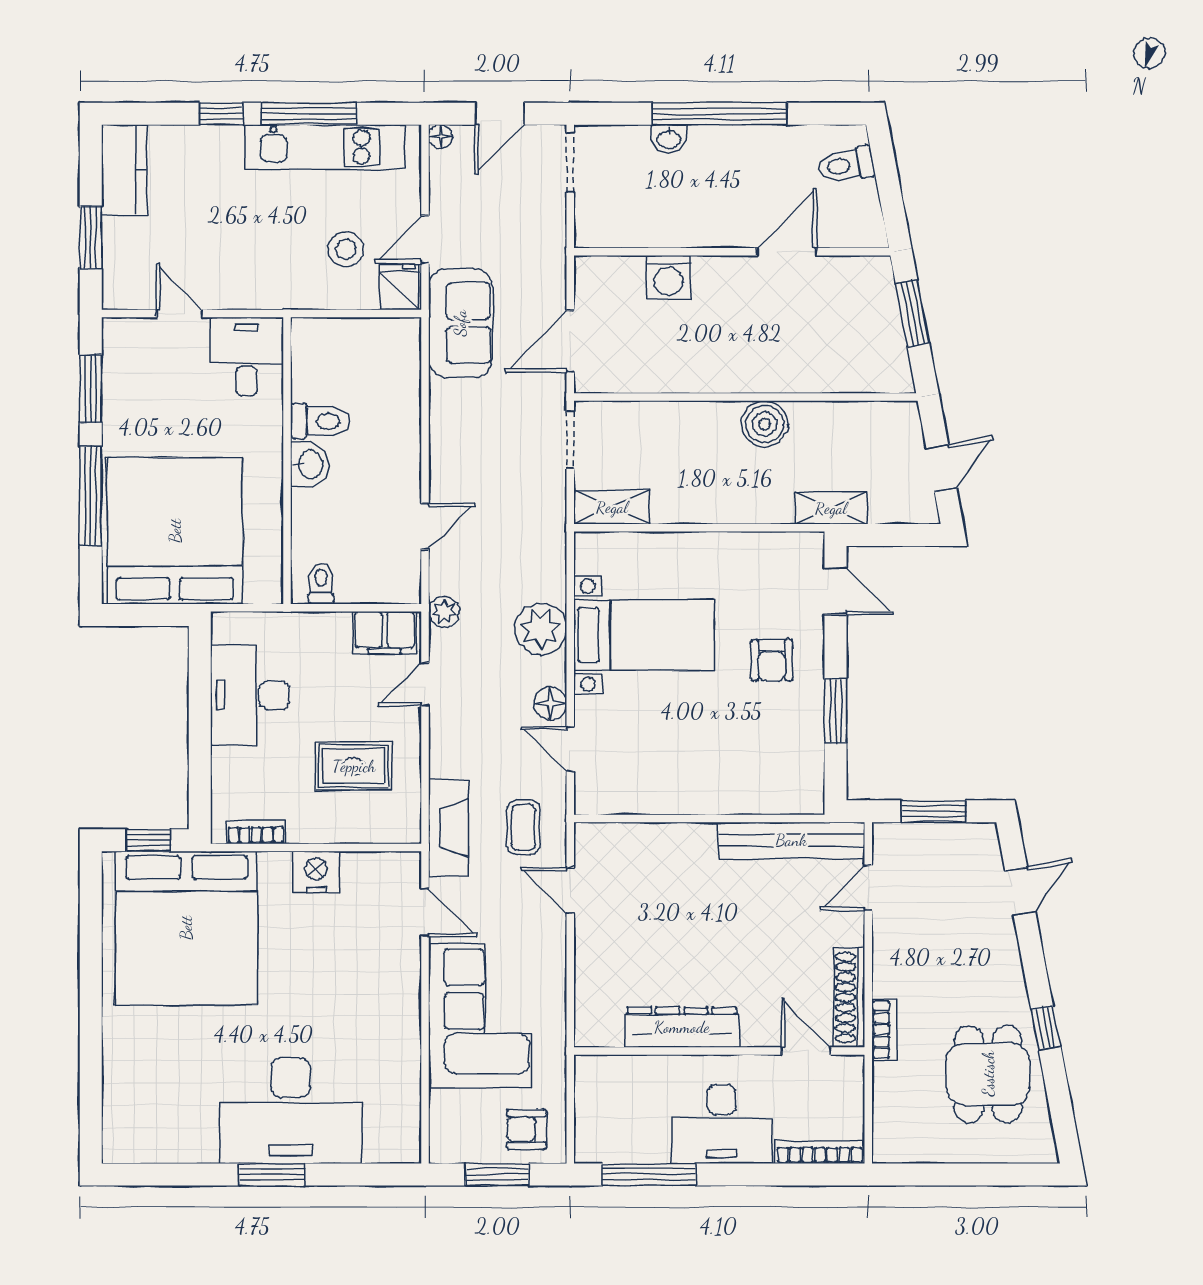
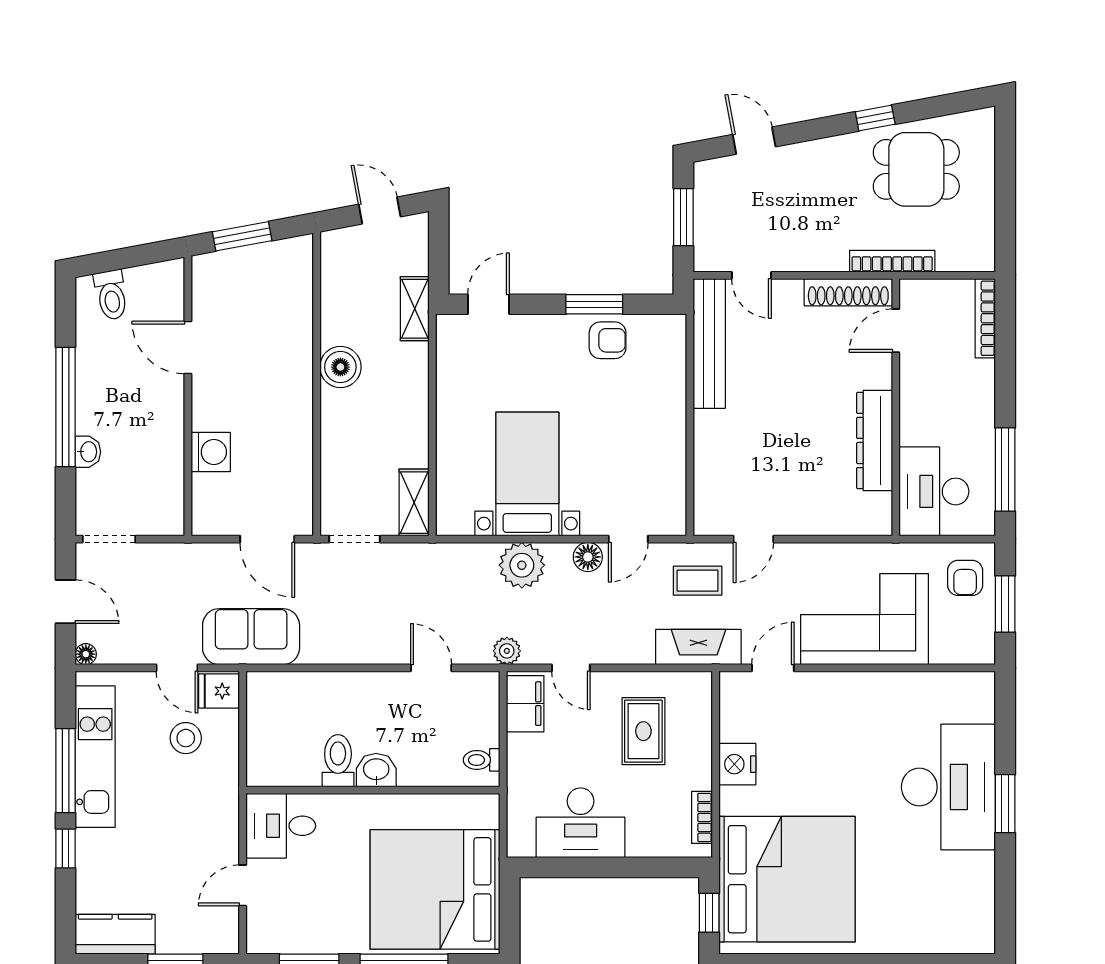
armchair: (772, 660) -> (608, 340), moved
bookcase: (884, 1030) -> (892, 261), width x1.56
desk: (722, 1124) -> (934, 491), moved, turned 180

